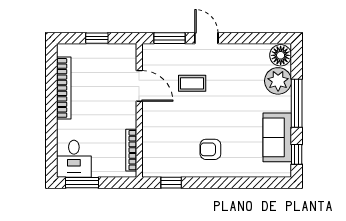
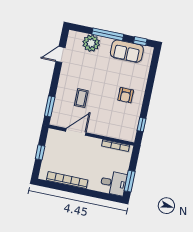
door: (206, 38) -> (60, 55), moved
floor lamp: (281, 55) -> (75, 38), removed

